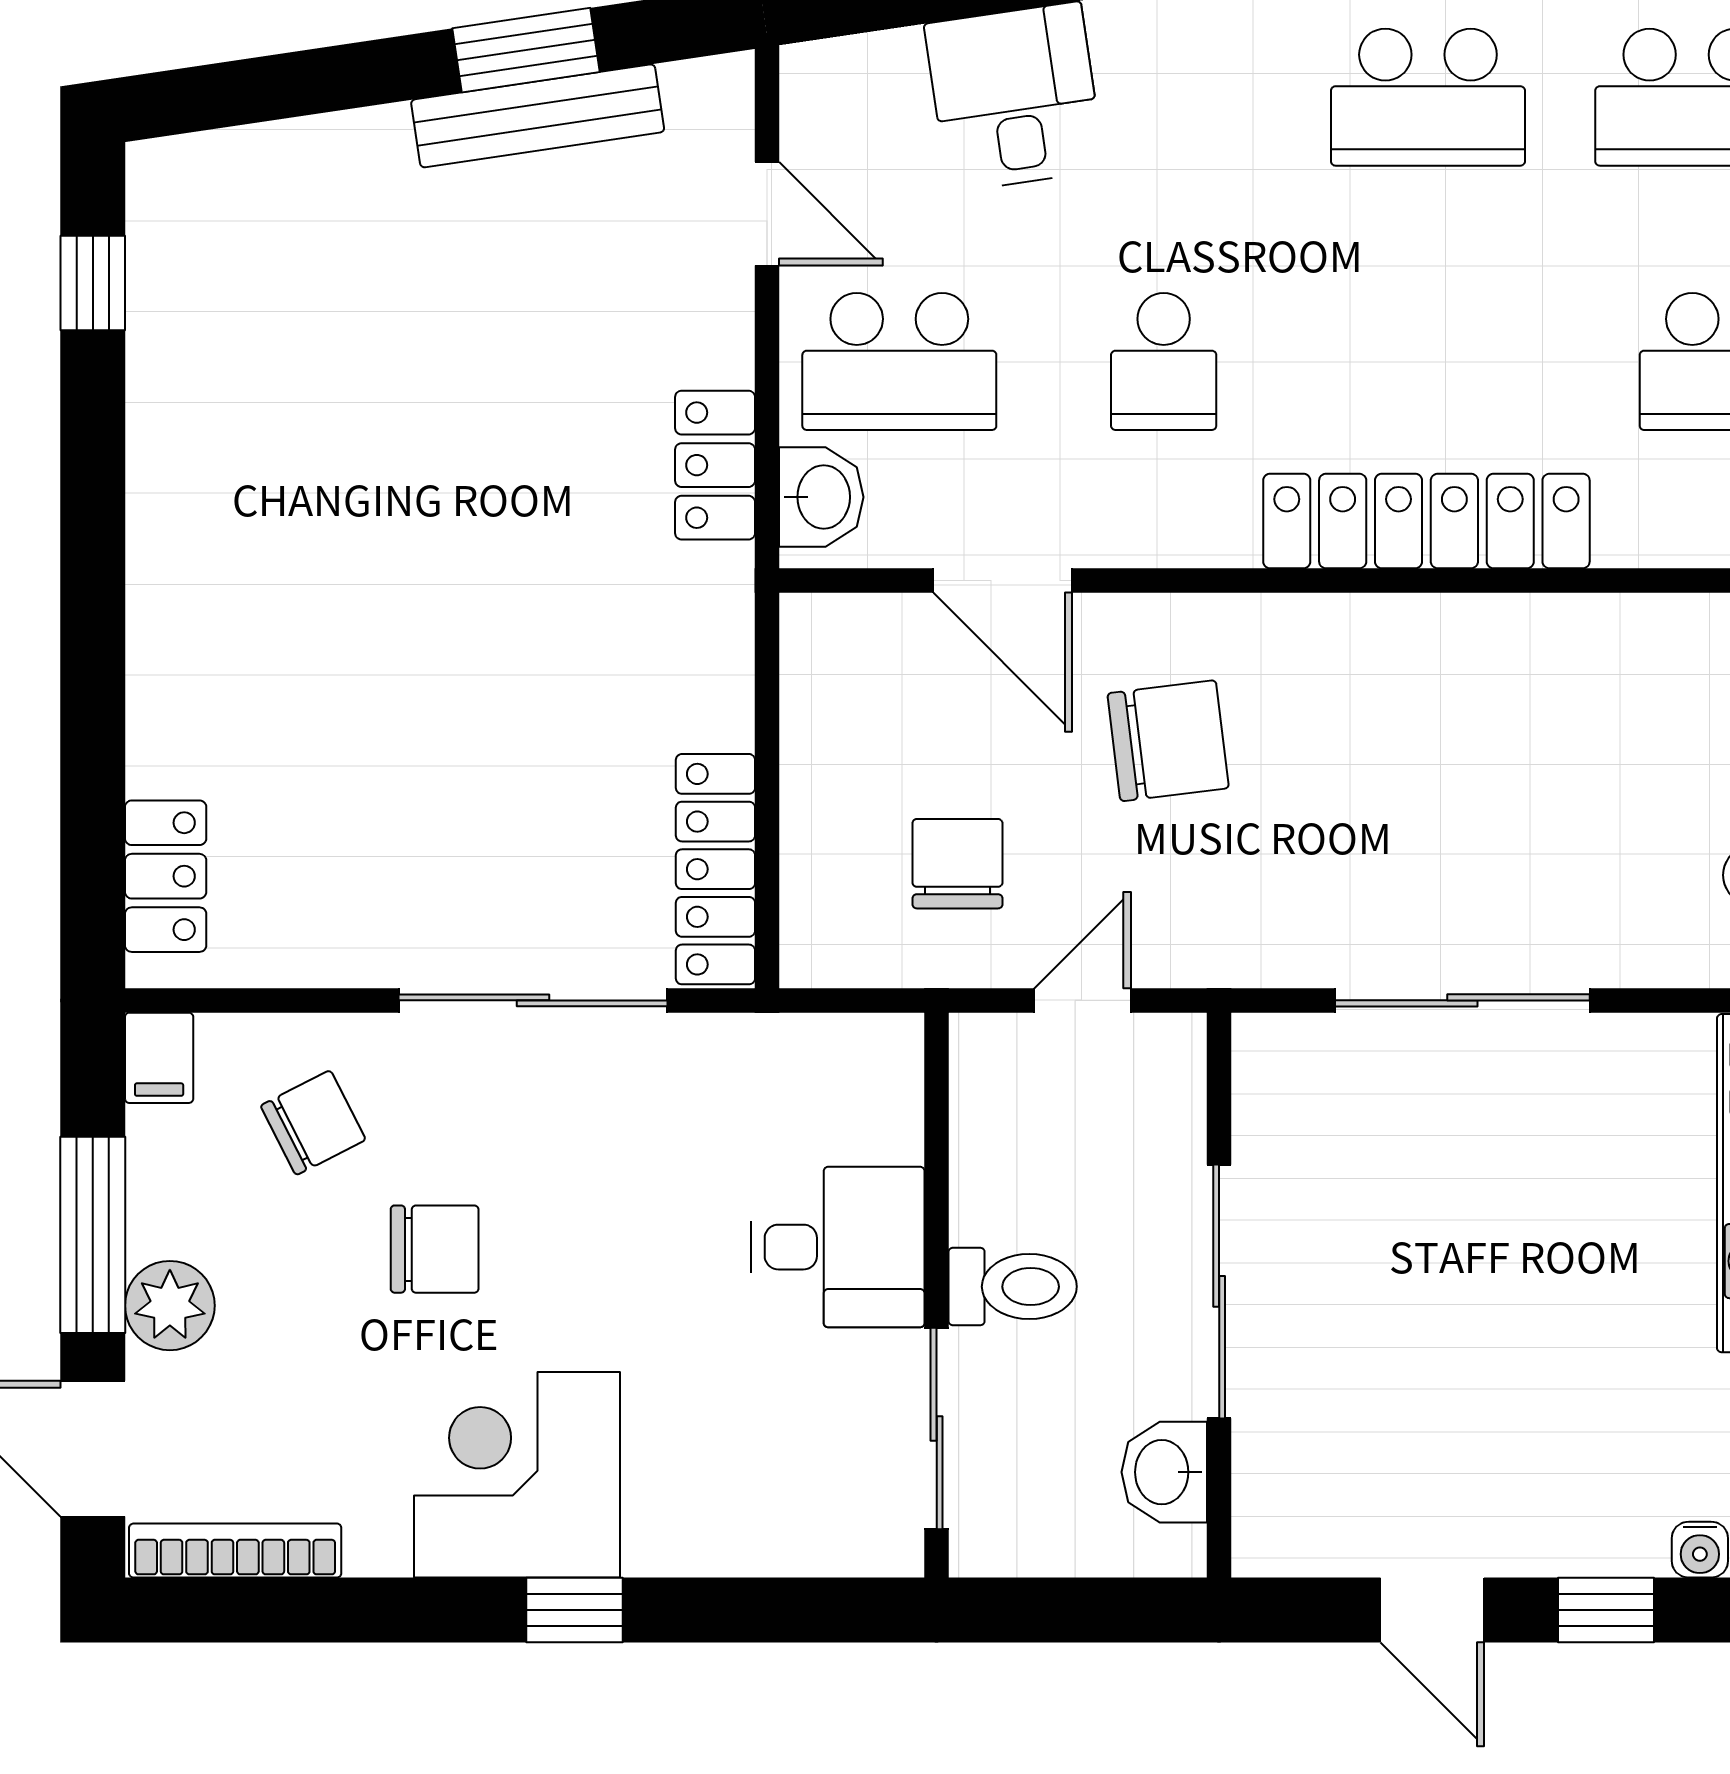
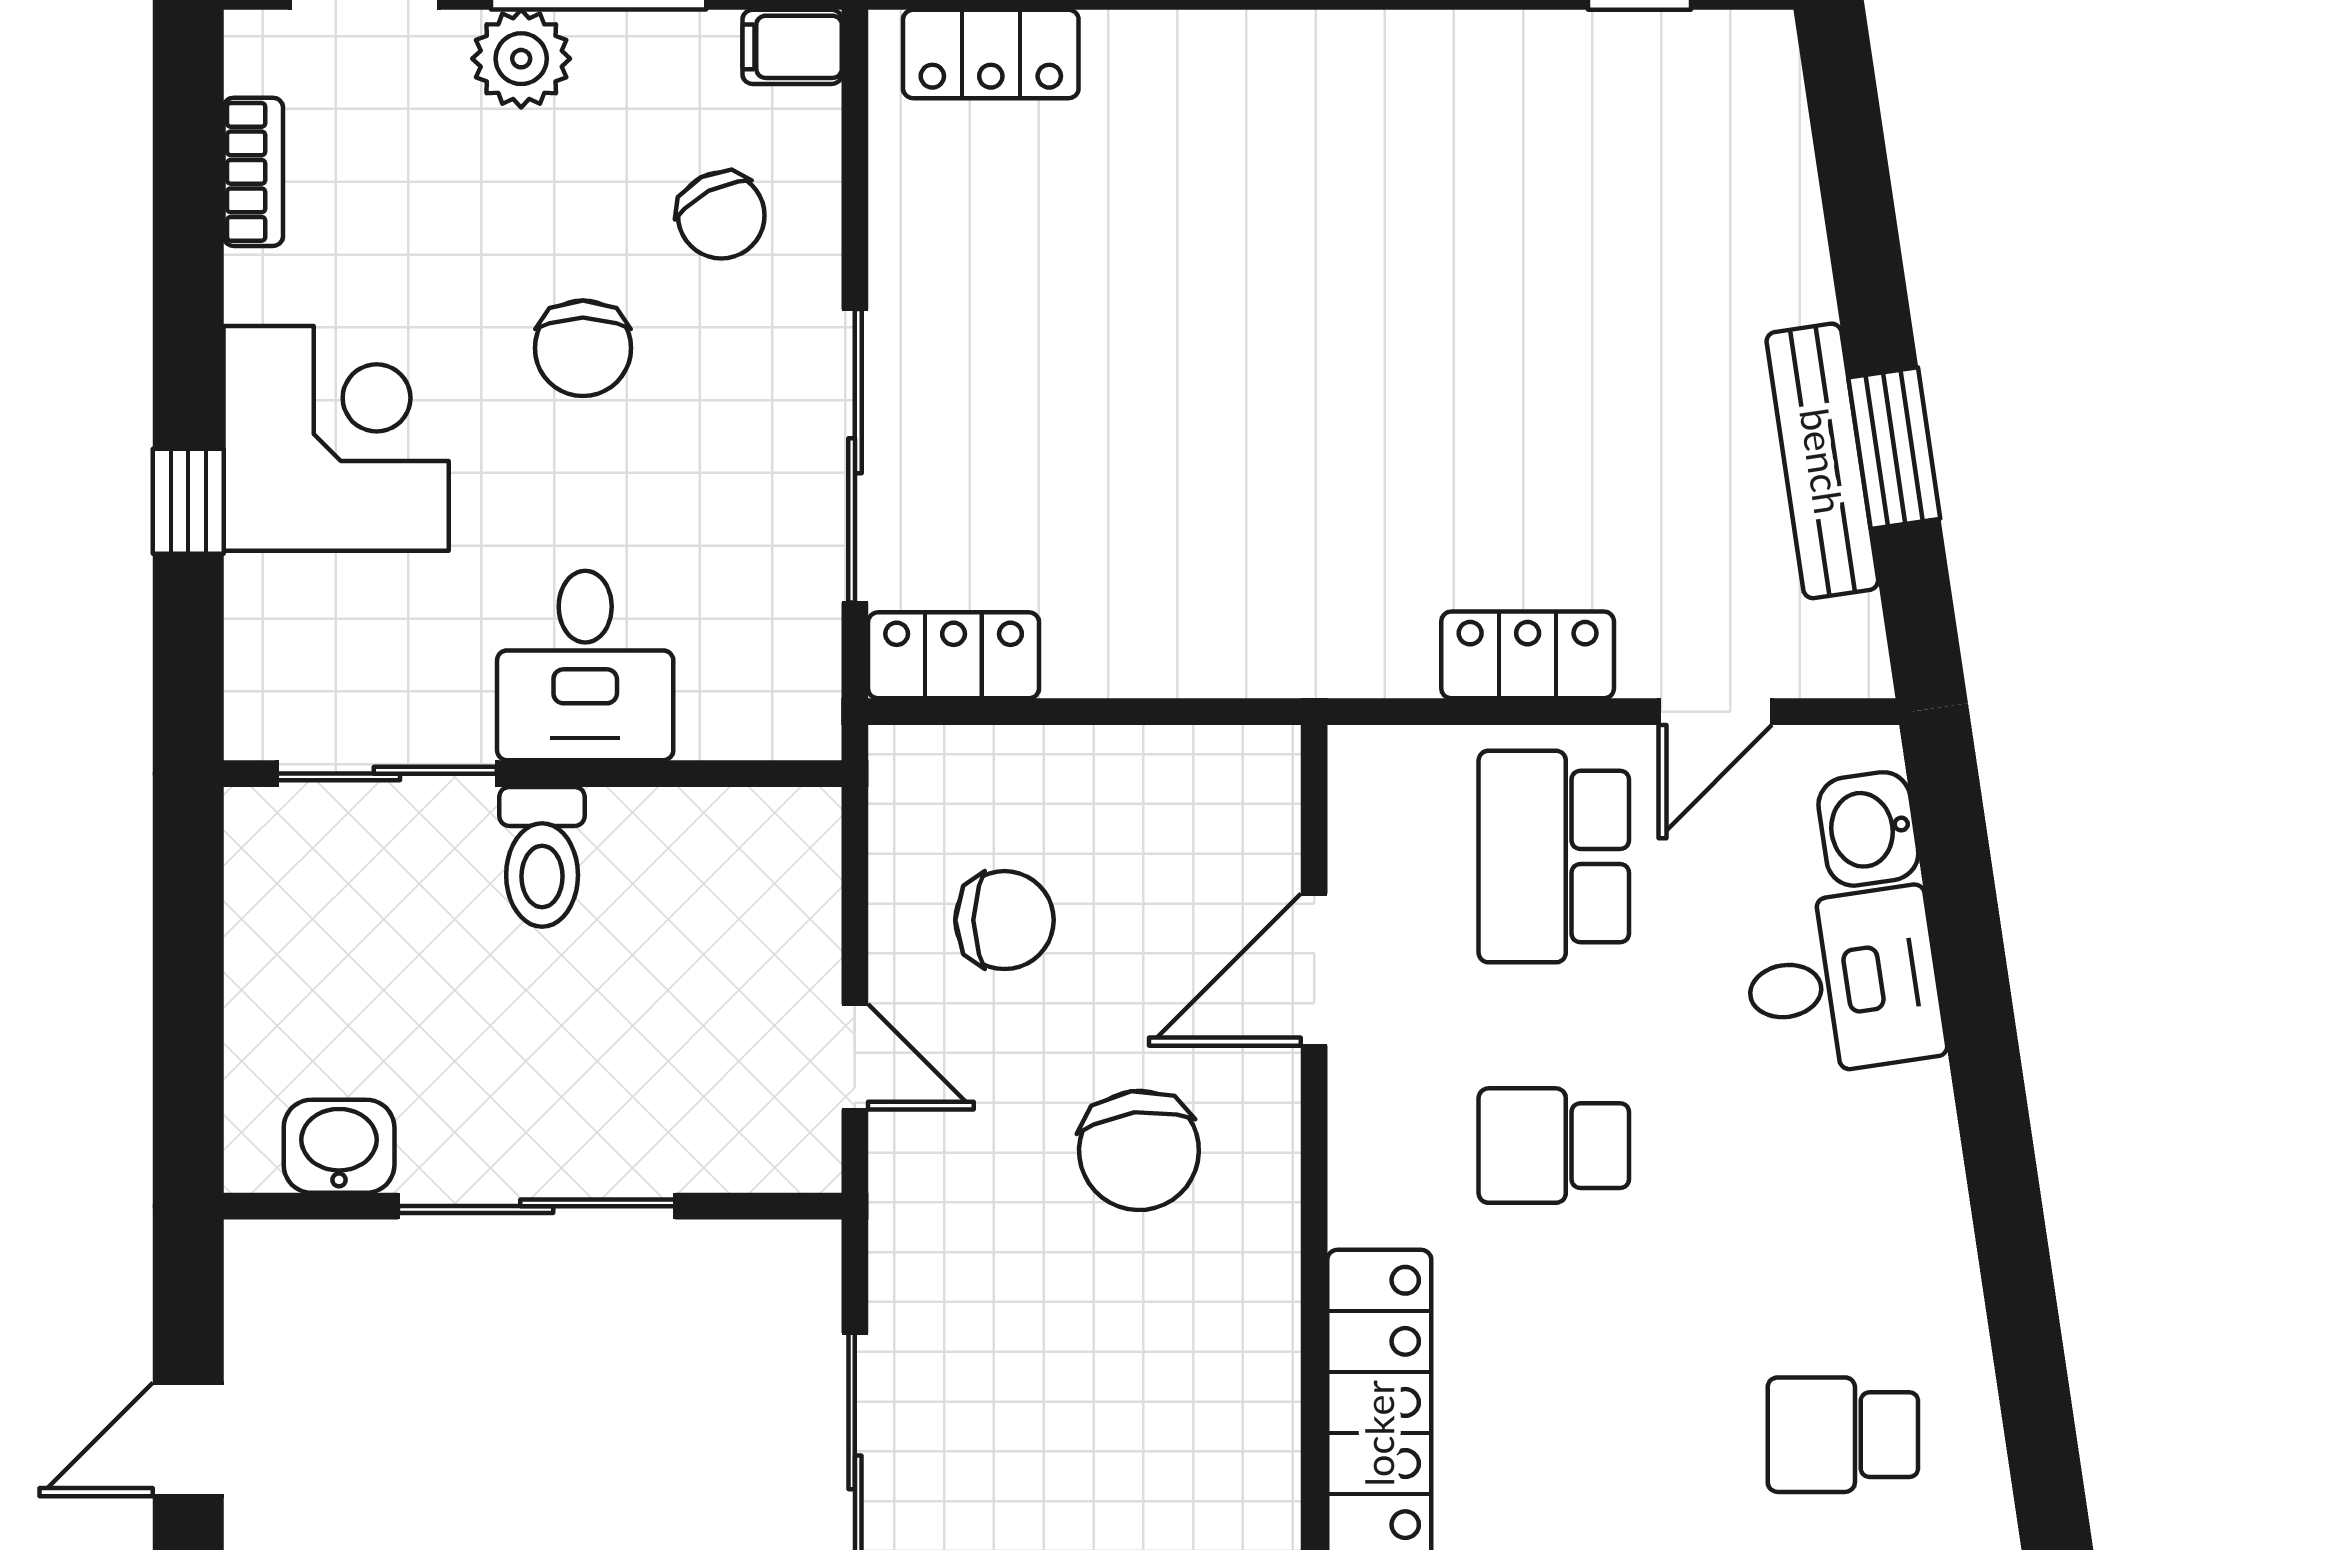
school desk: (1428, 97) -> (1843, 1435), width x0.54
locker: (715, 465) -> (1528, 655), moved
washbasin: (821, 497) -> (1868, 829), moved, turned 82
locker: (715, 869) -> (954, 655), width x0.66
desk: (838, 1247) -> (585, 665), moved
toilet: (1013, 1287) -> (542, 857), moved
wall: (937, 1295) -> (533, 774), moved
sliding door: (937, 1428) -> (387, 774), moved
bookcase: (235, 1551) -> (253, 172), width x0.64

